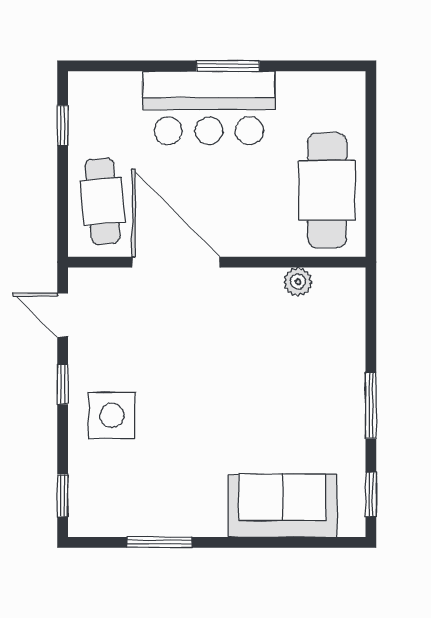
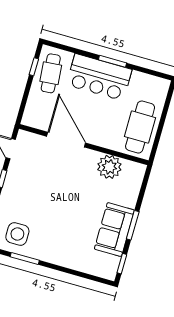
cafe table: (103, 201) -> (51, 73), moved
plant: (298, 282) -> (109, 167), width x1.88, depth x1.88
side table: (112, 415) -> (17, 234), moved
sofa: (282, 506) -> (114, 230), moved, turned -90

